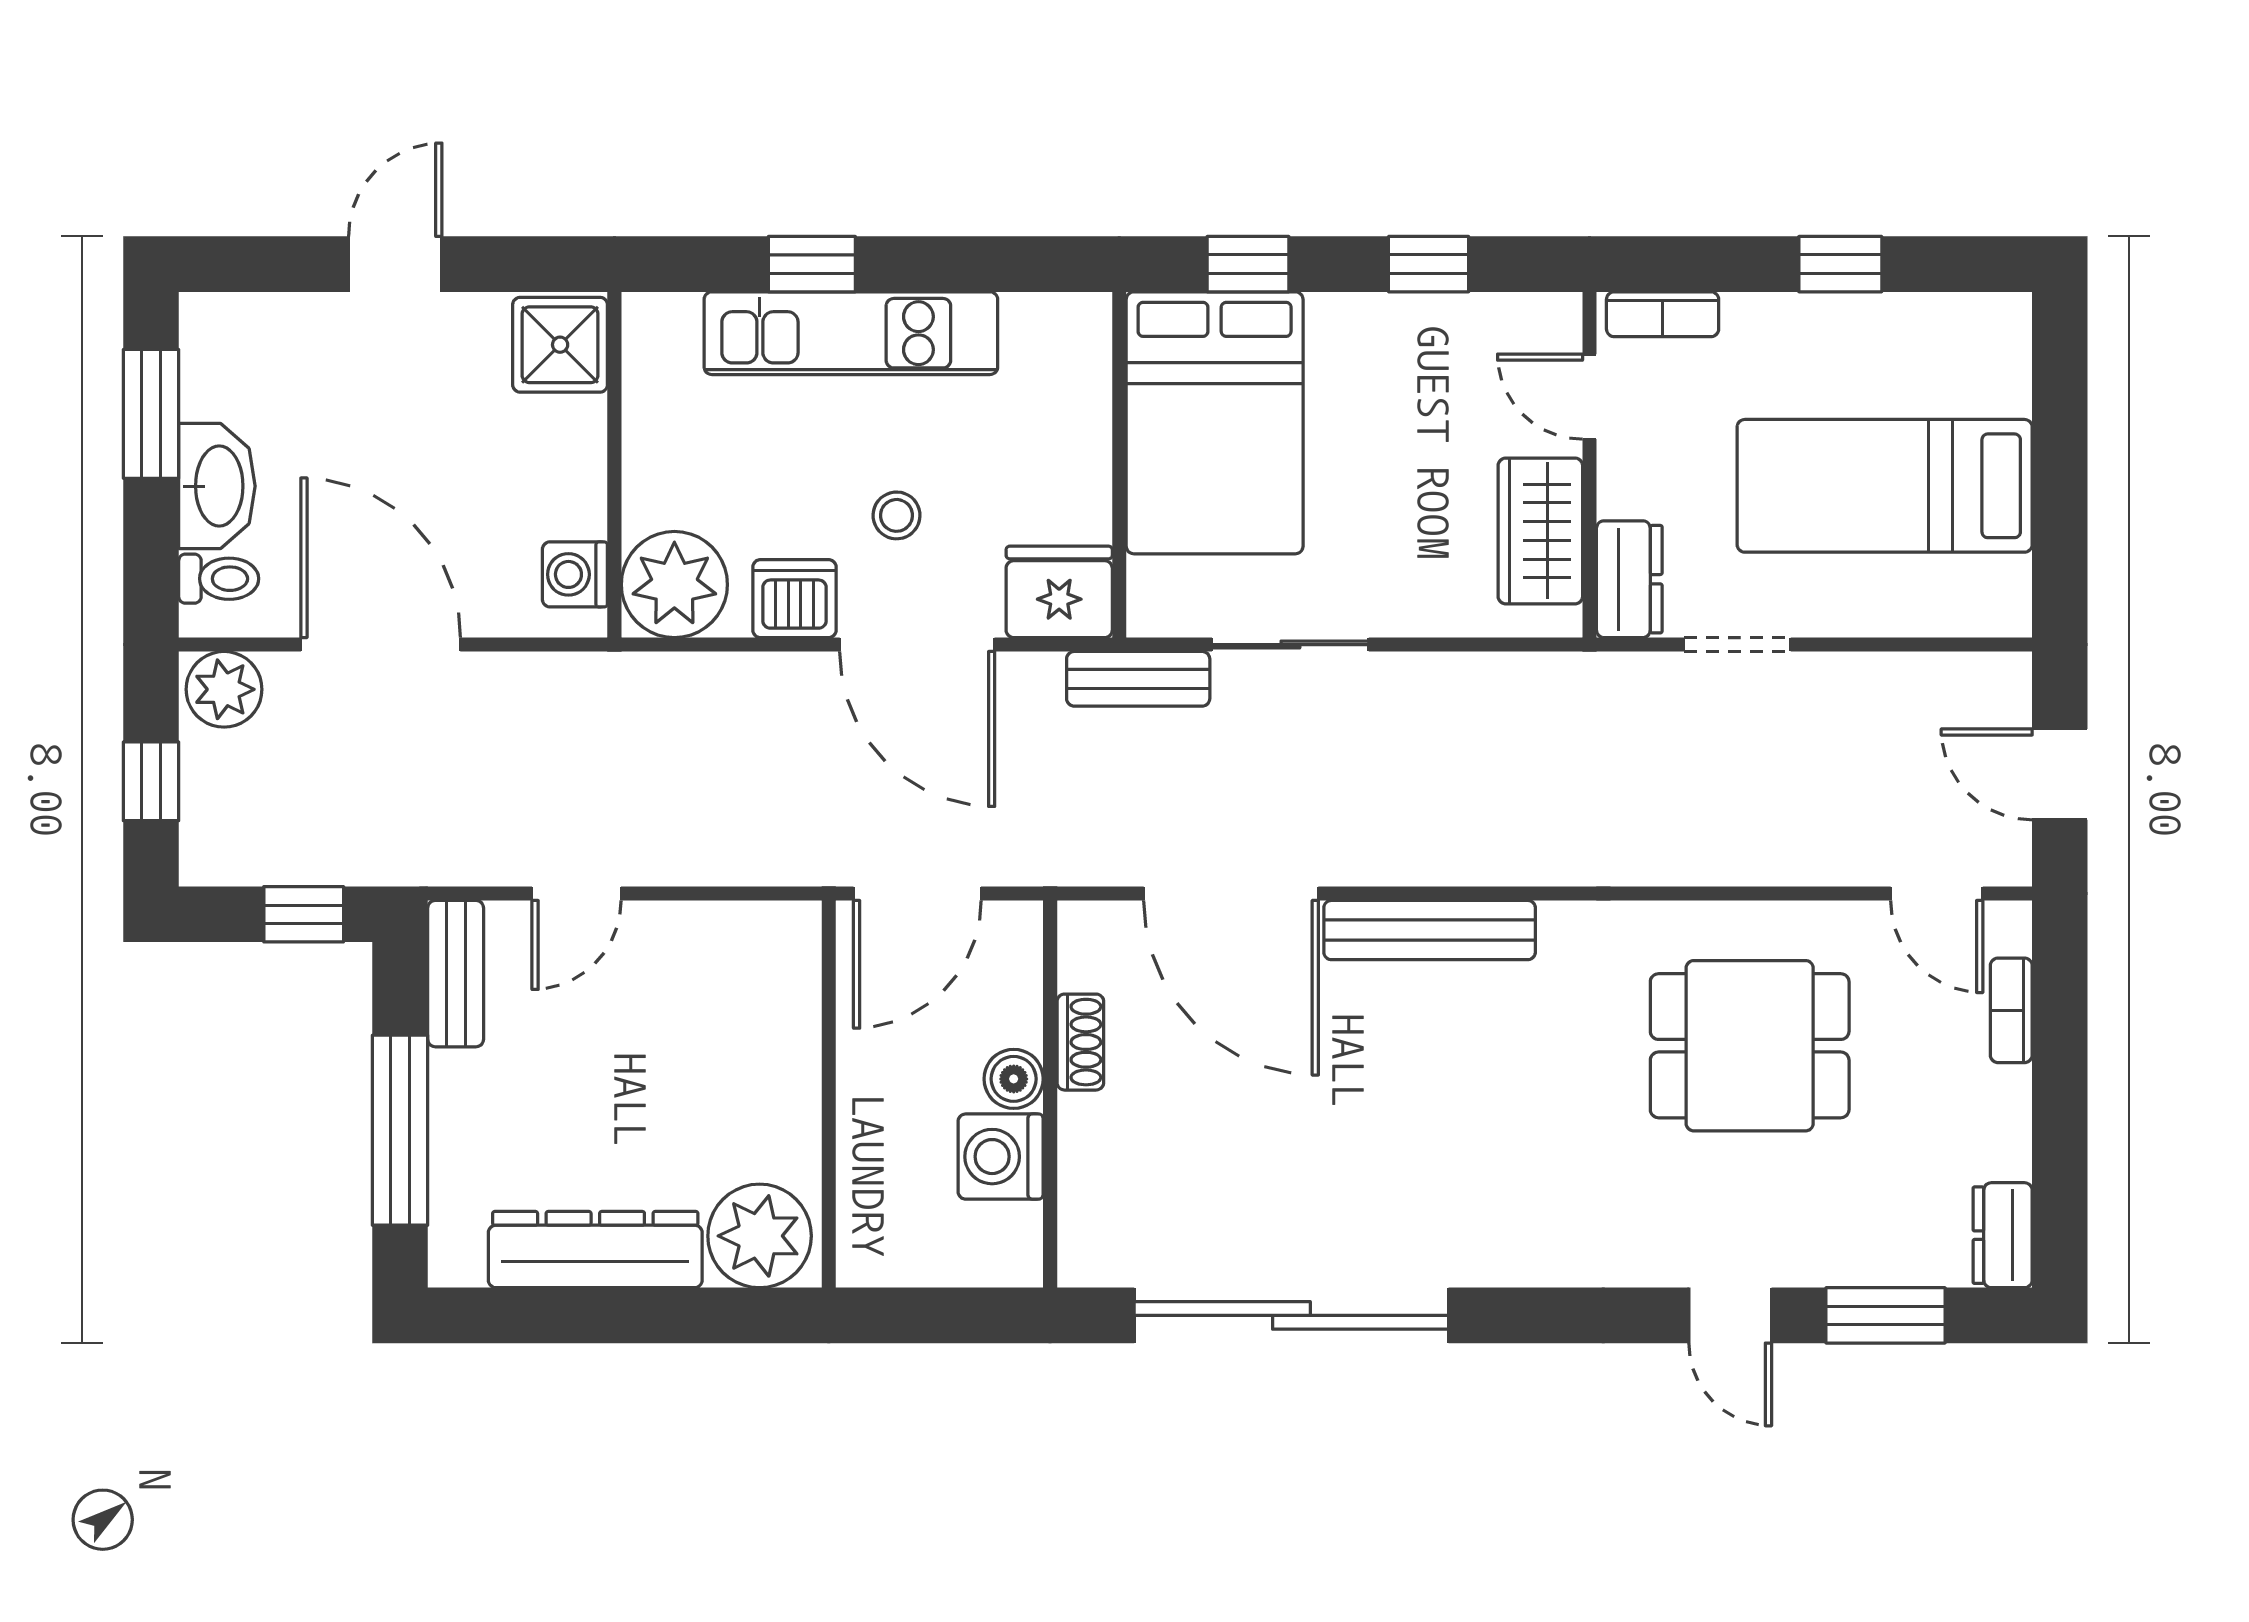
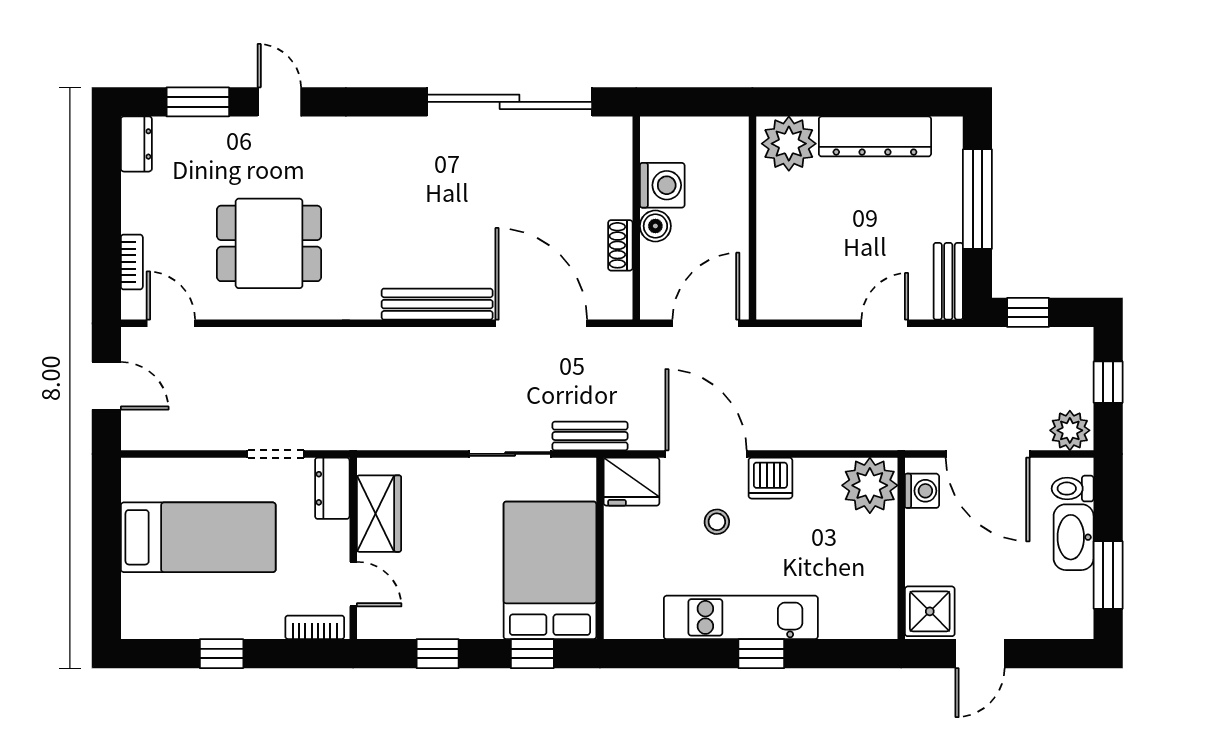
shower: (560, 345) -> (930, 611), moved
wall: (614, 465) -> (901, 548), moved
washing machine: (575, 574) -> (922, 491), moved
plant: (674, 585) -> (870, 485), moved

